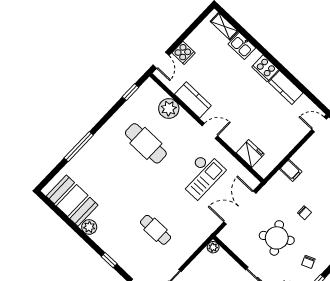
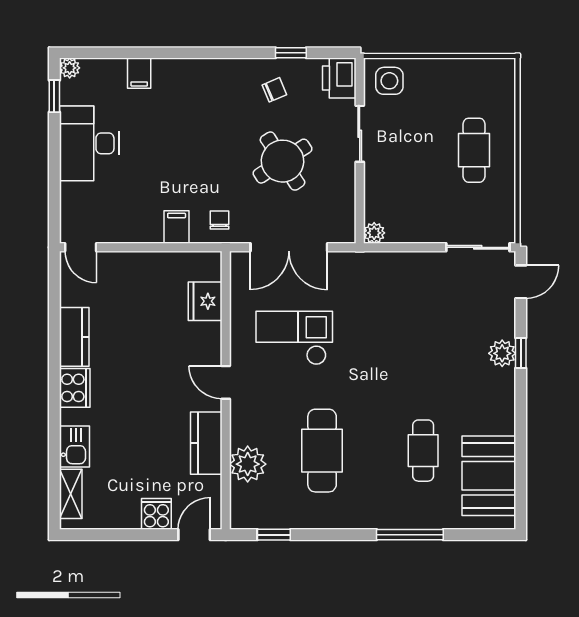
chair: (304, 213) -> (219, 220), moved
plant: (89, 227) -> (502, 353), moved
cafe table: (156, 230) -> (423, 451), moved

